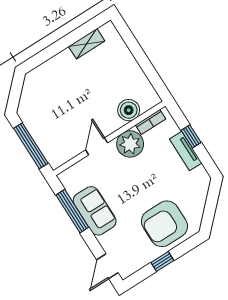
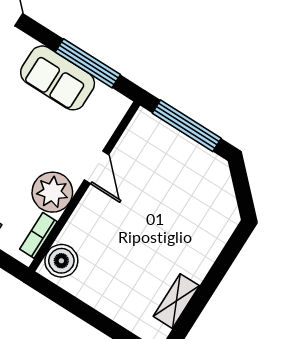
boiler: (129, 110) -> (61, 261), moved

